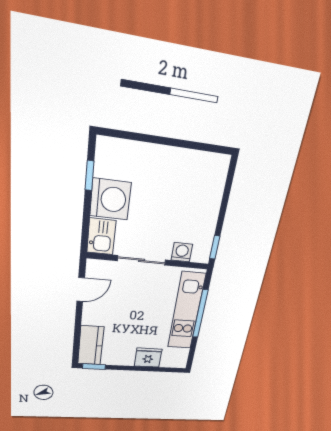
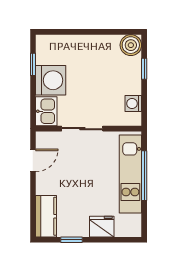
boiler: (216, 167) -> (131, 45), added
window: (215, 247) -> (144, 69), moved
washing machine: (182, 252) -> (133, 103), moved, turned -90
window: (94, 367) -> (71, 240), moved

